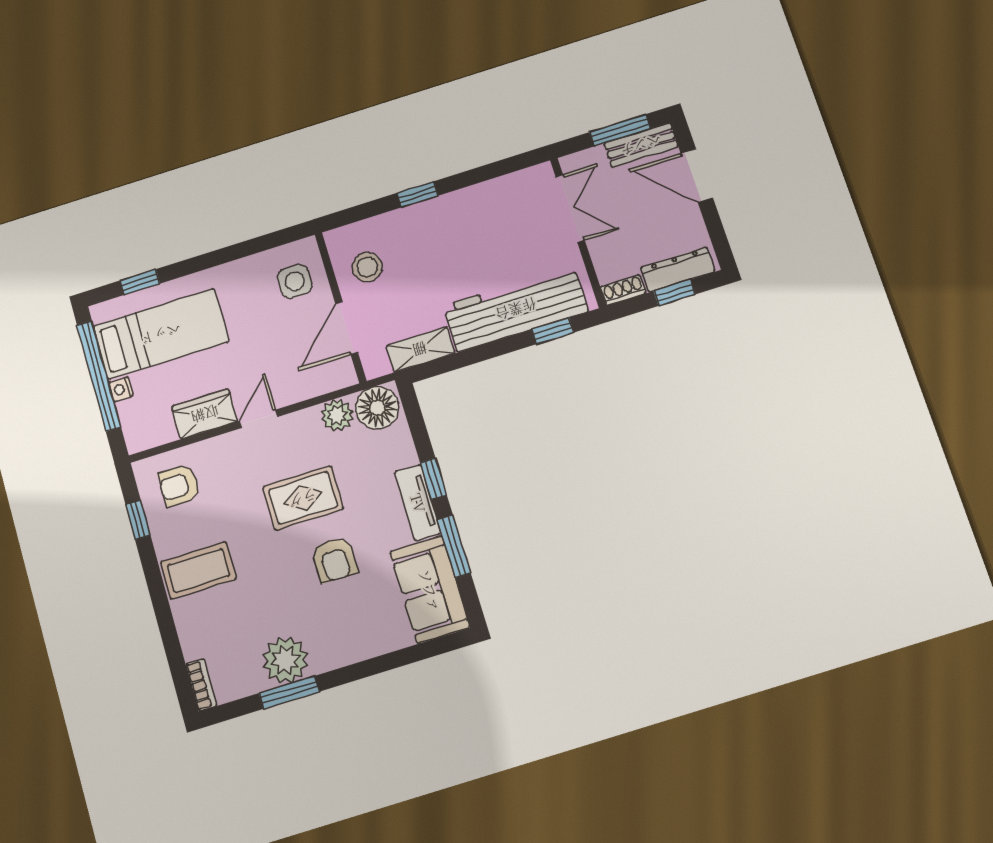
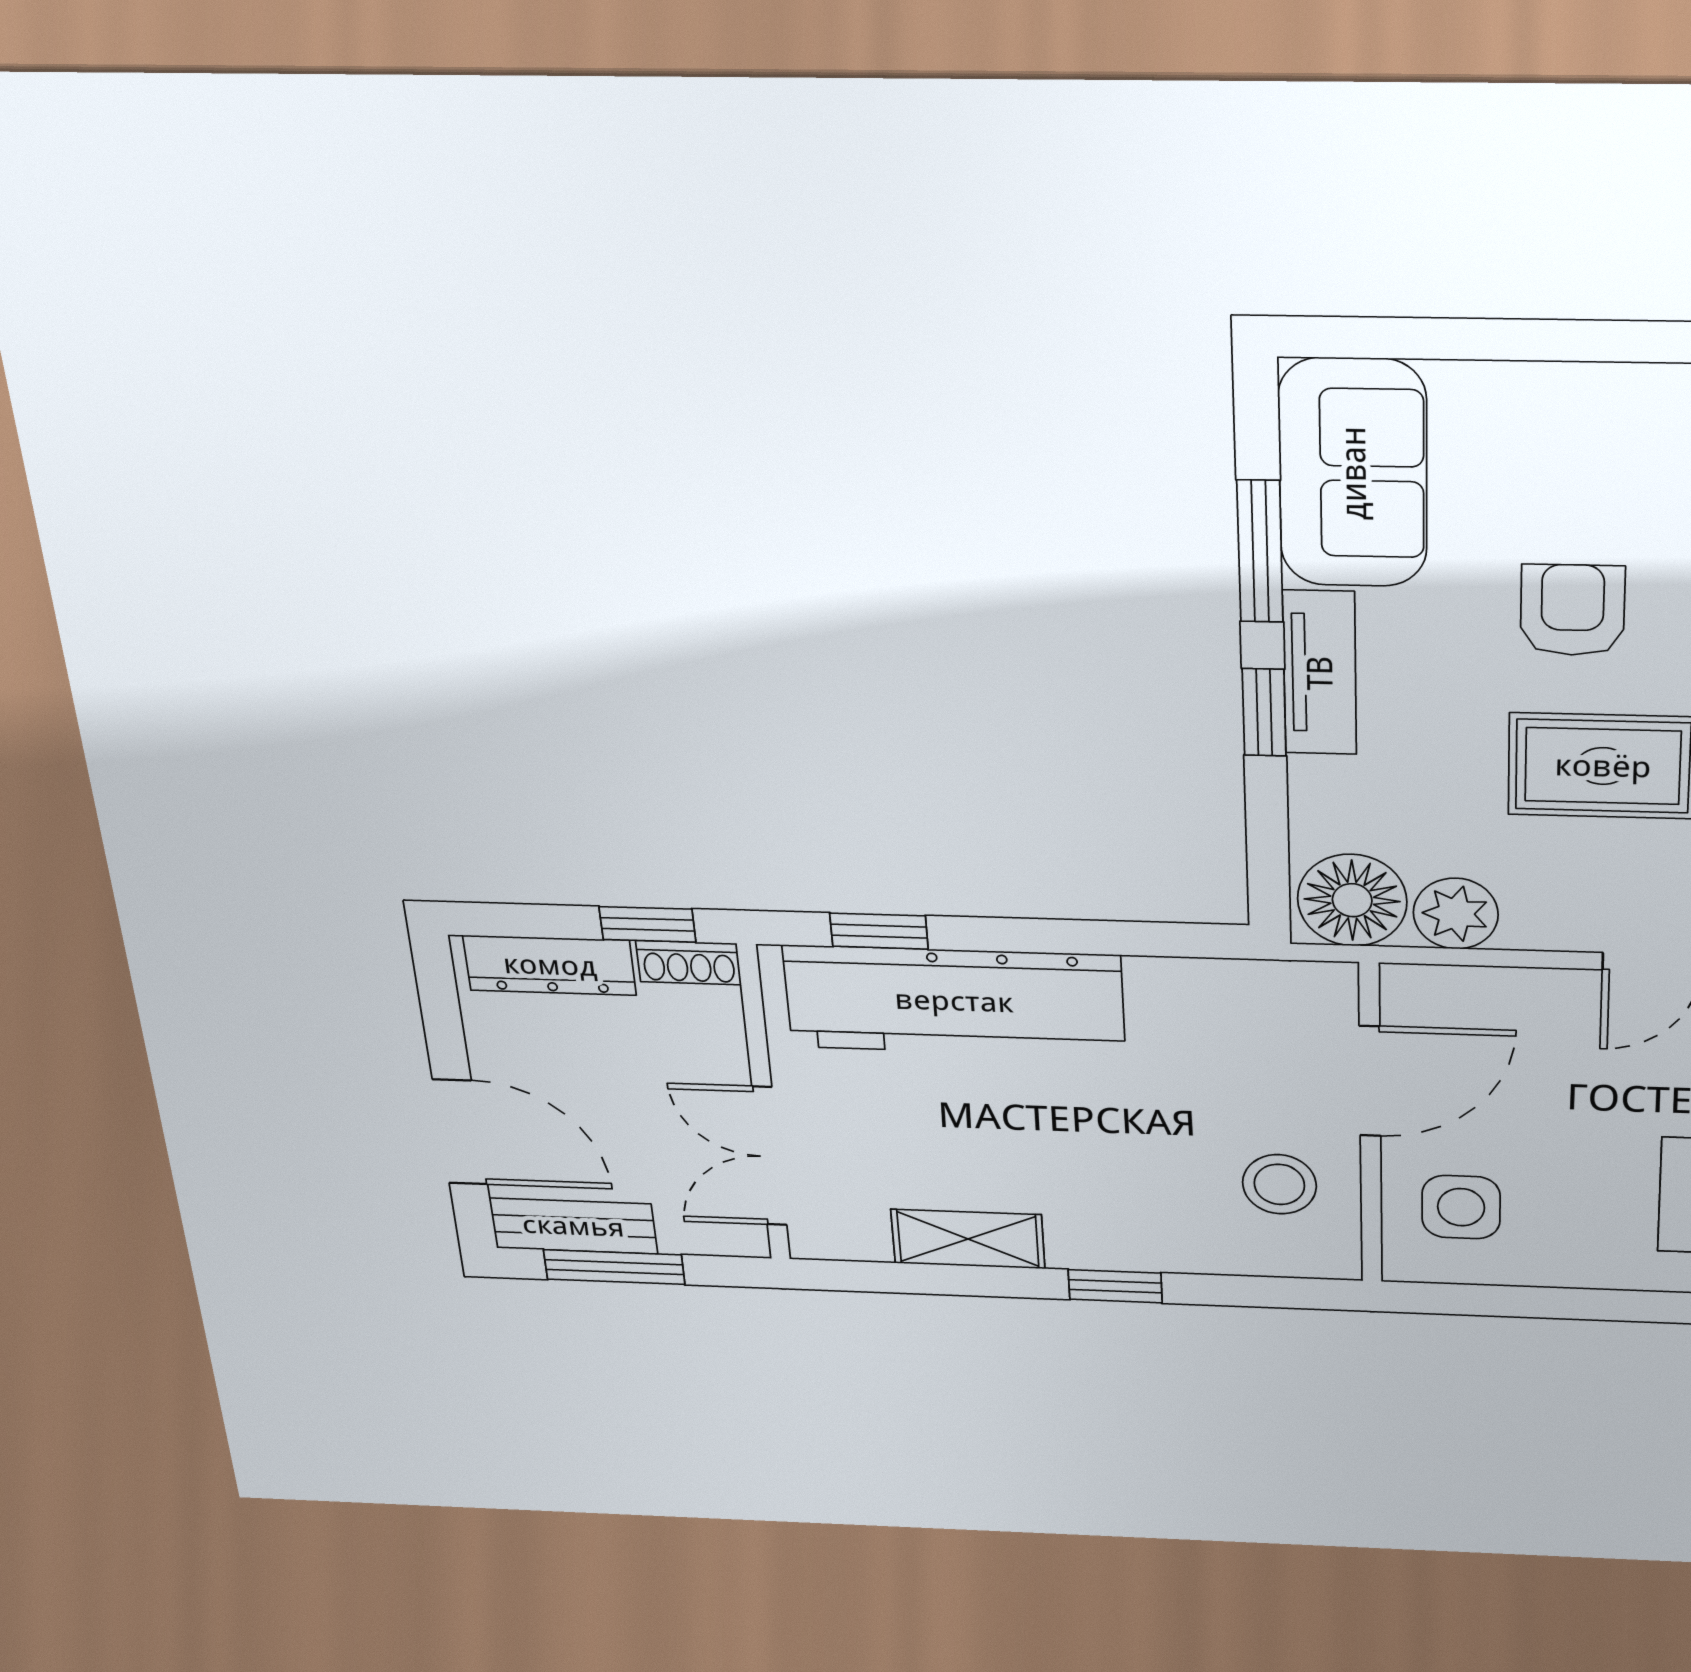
window: (674, 293) -> (647, 924), moved
shelving: (420, 349) -> (968, 1239), moved

